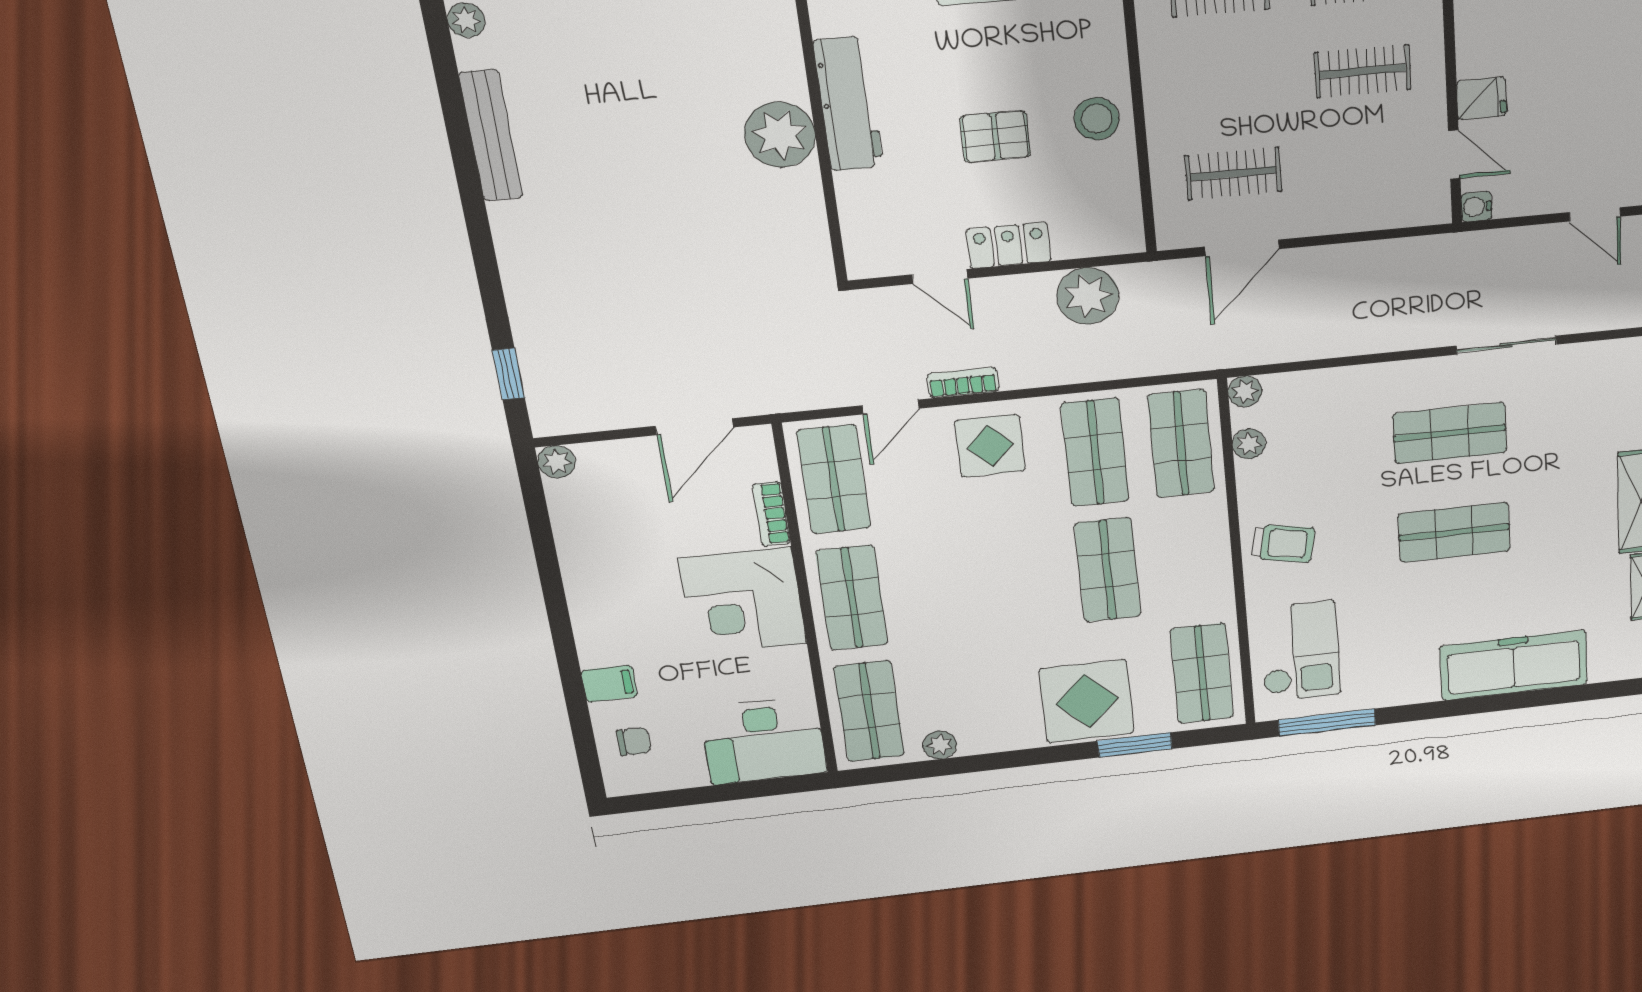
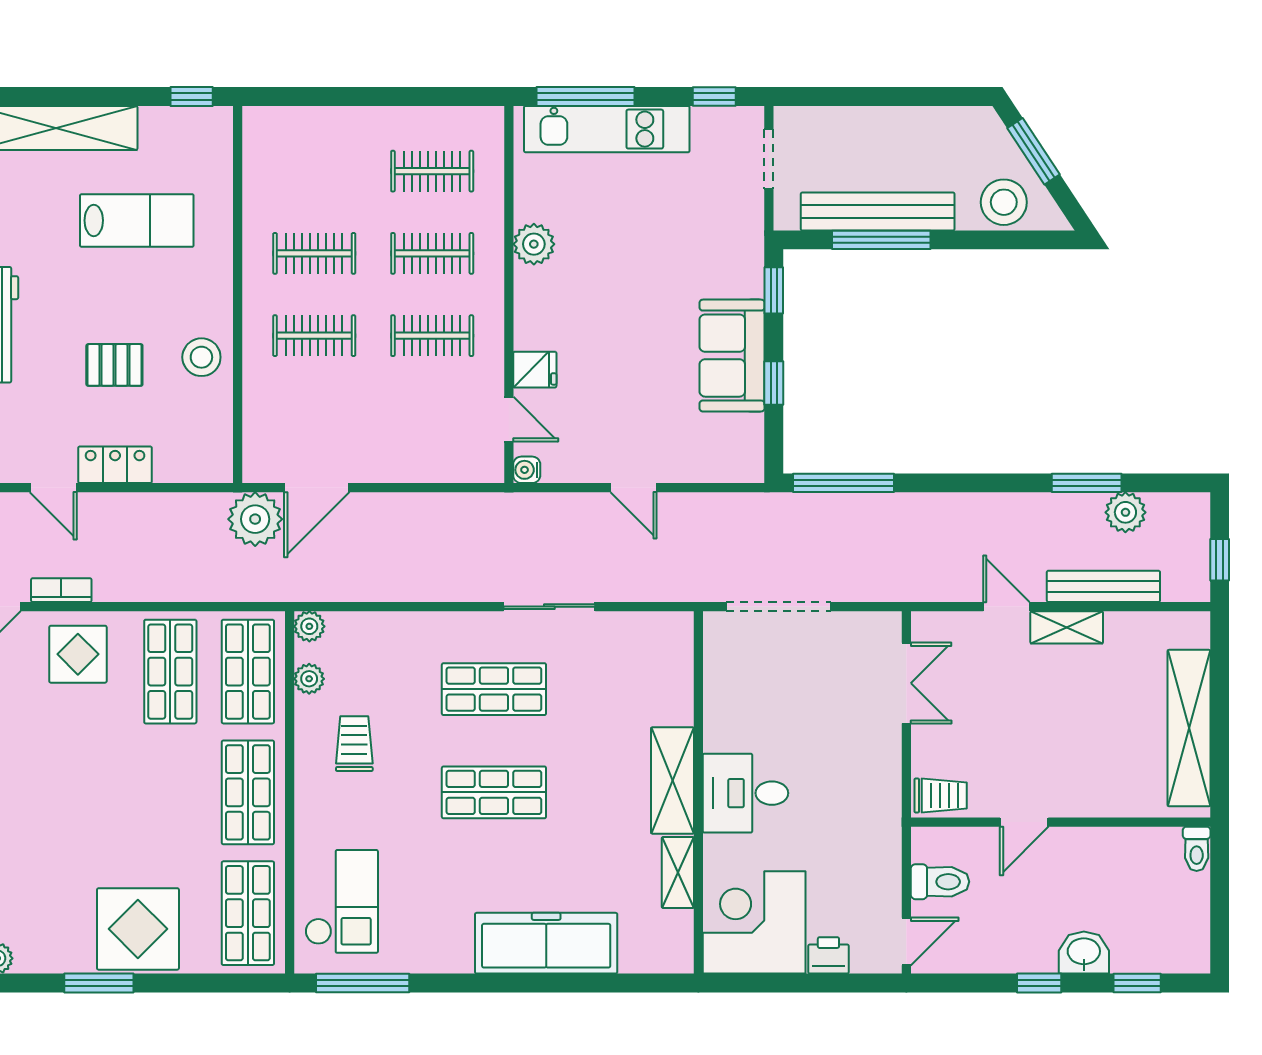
clothes rail: (1233, 174) -> (314, 336), moved
plant: (1088, 296) -> (255, 519), moved
trolley: (1283, 543) -> (354, 744), moved, turned -101
shop shelf: (1108, 570) -> (248, 792), moved
window: (1135, 745) -> (99, 983), moved

